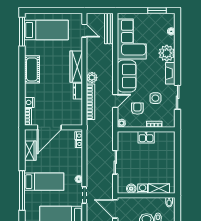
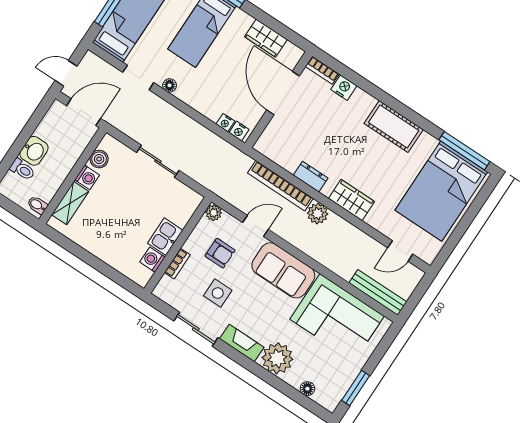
bed: (46, 30) -> (441, 191), width x1.50
wardrobe: (76, 67) -> (351, 200), width x0.67
door: (115, 101) -> (255, 226), swing flipped
washing machine: (160, 136) -> (152, 260), added

